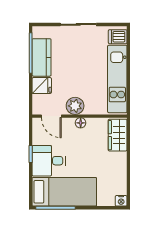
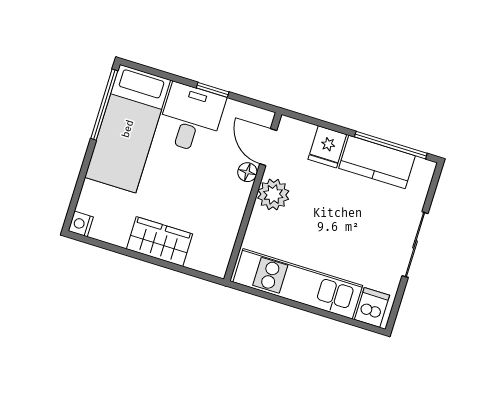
door: (51, 116) -> (268, 147), hinge flipped
floor lamp: (81, 123) -> (247, 172), moved
wardrobe: (118, 135) -> (159, 241), moved

